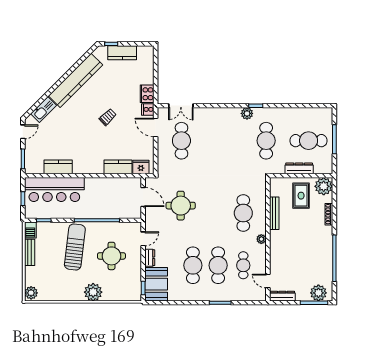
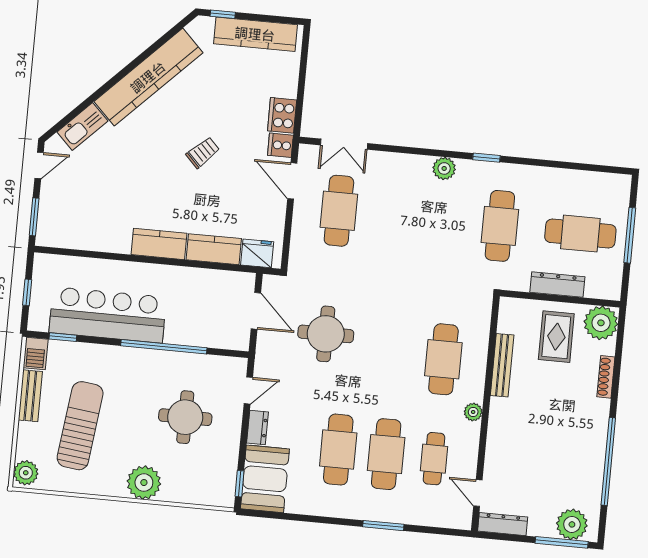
kitchen counter: (122, 53) -> (255, 34), width x1.50
plant: (247, 113) -> (444, 168), moved
kitchen counter: (58, 167) -> (159, 244), moved
bar counter: (54, 189) -> (108, 315), moved, turned 180
sun lounger: (75, 247) -> (80, 426), moved

